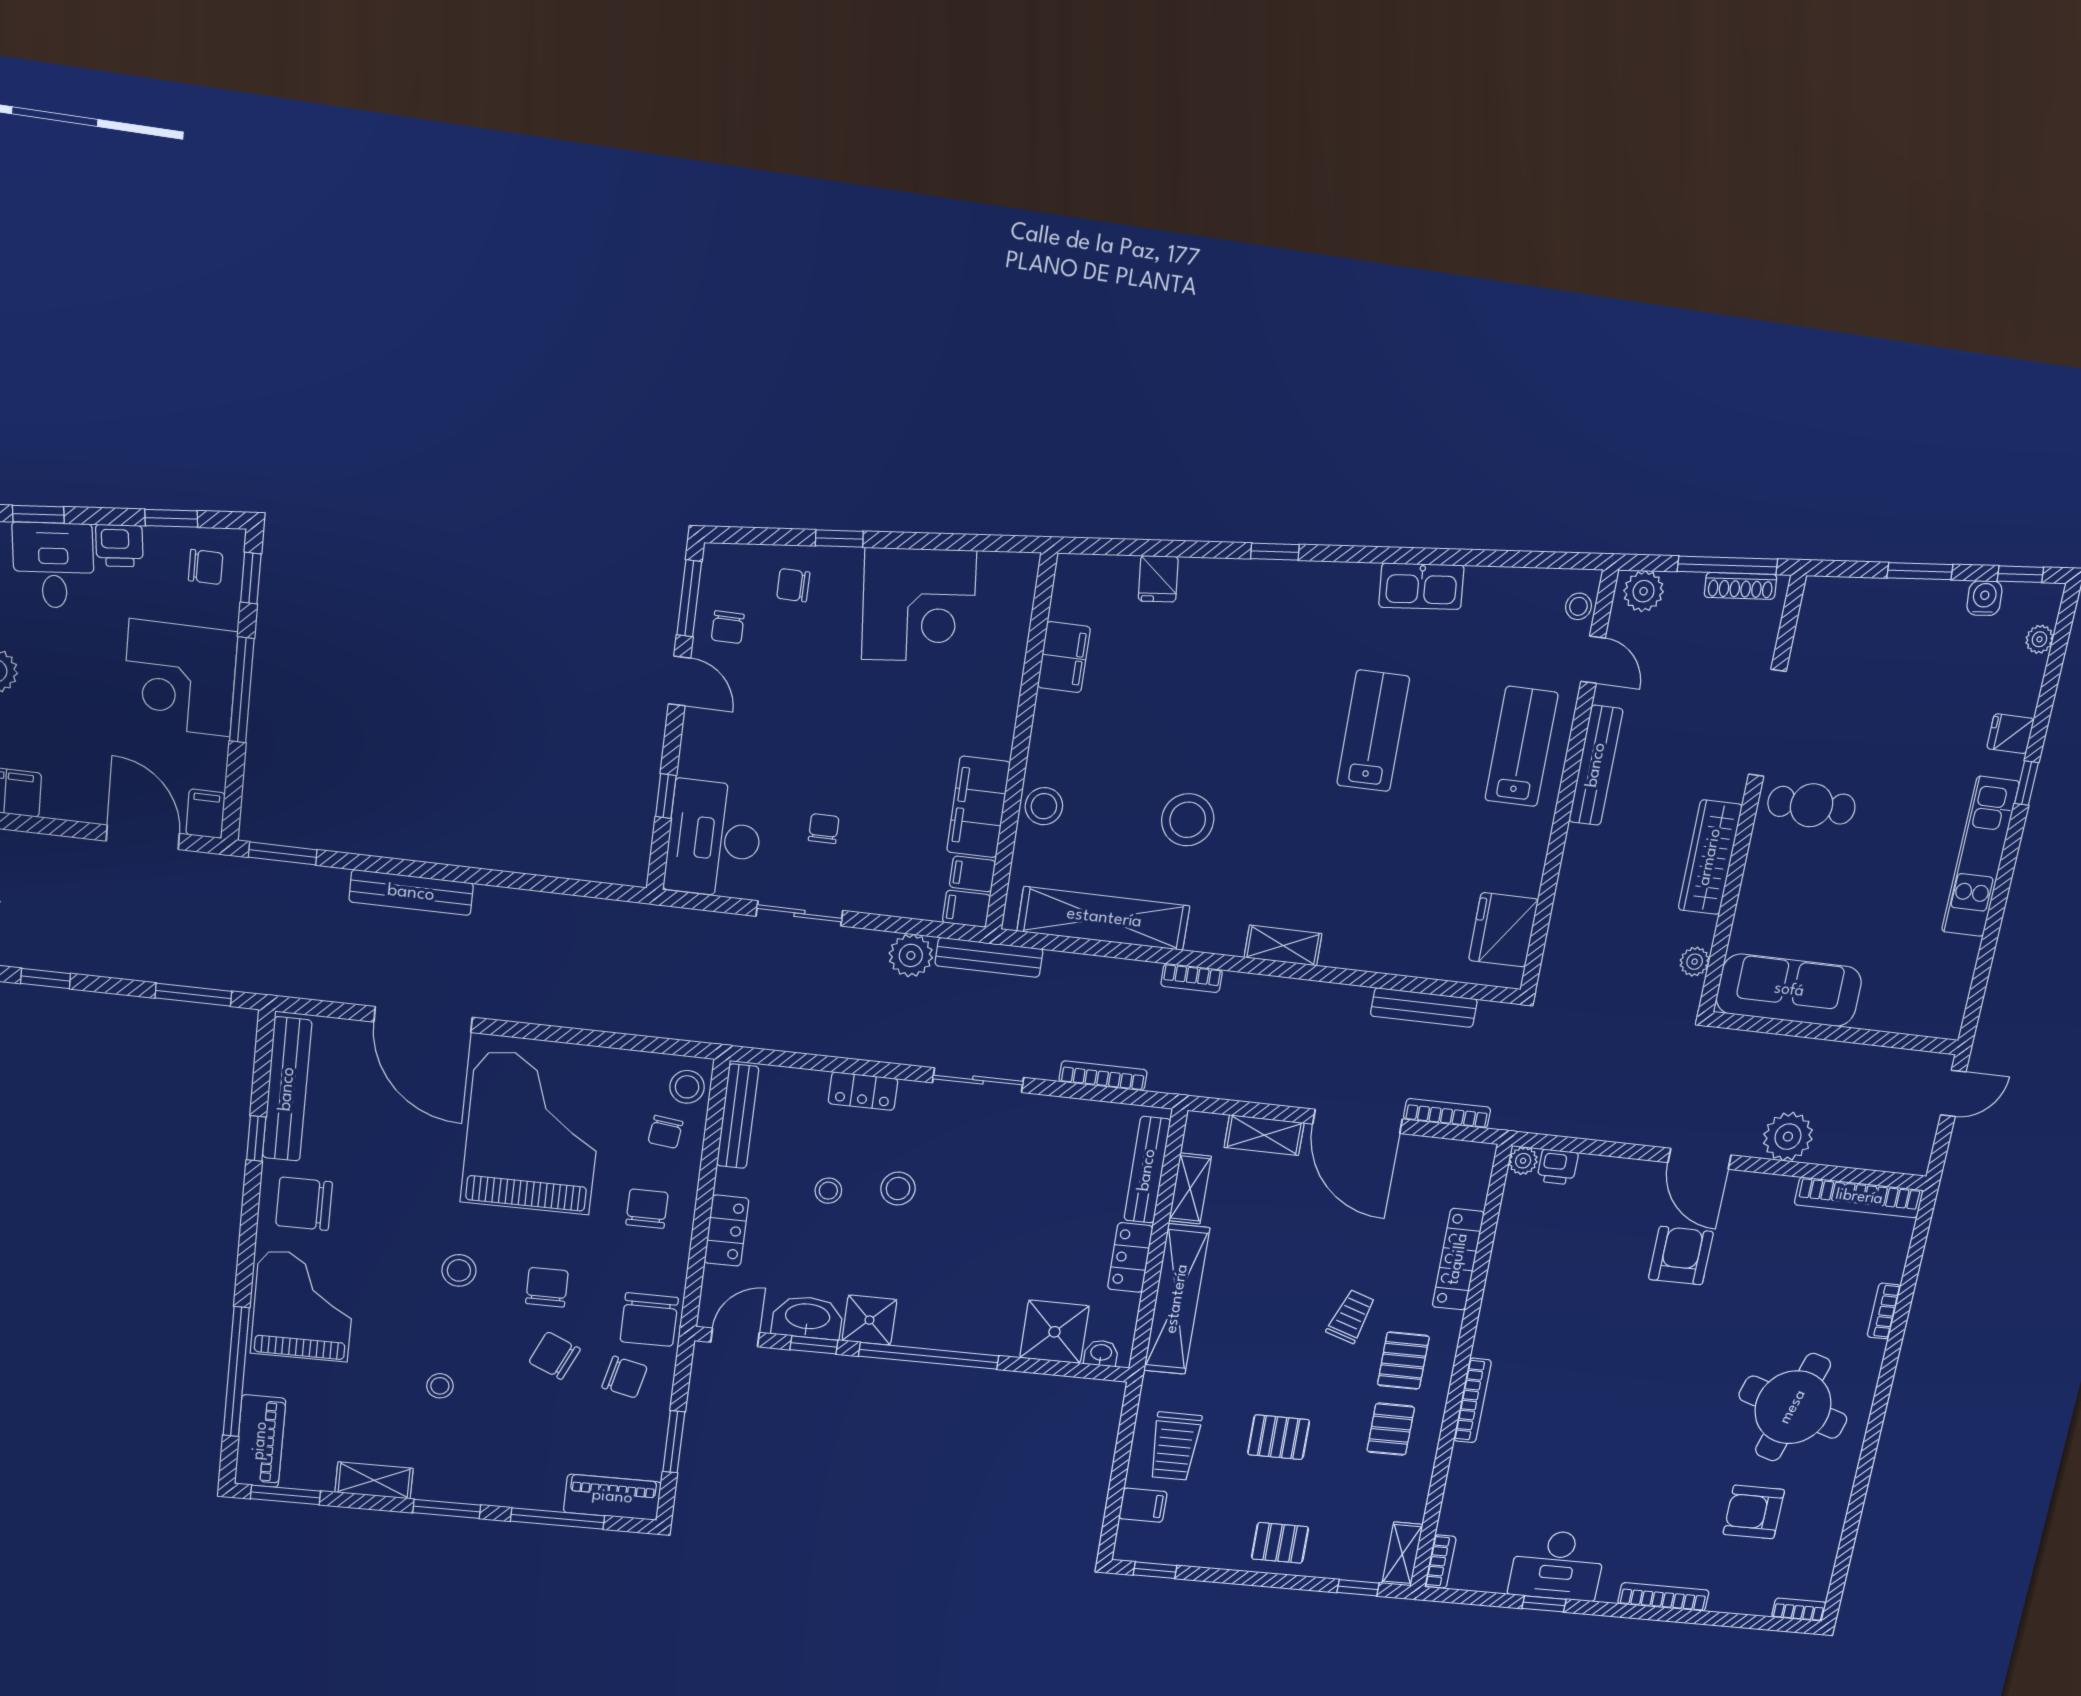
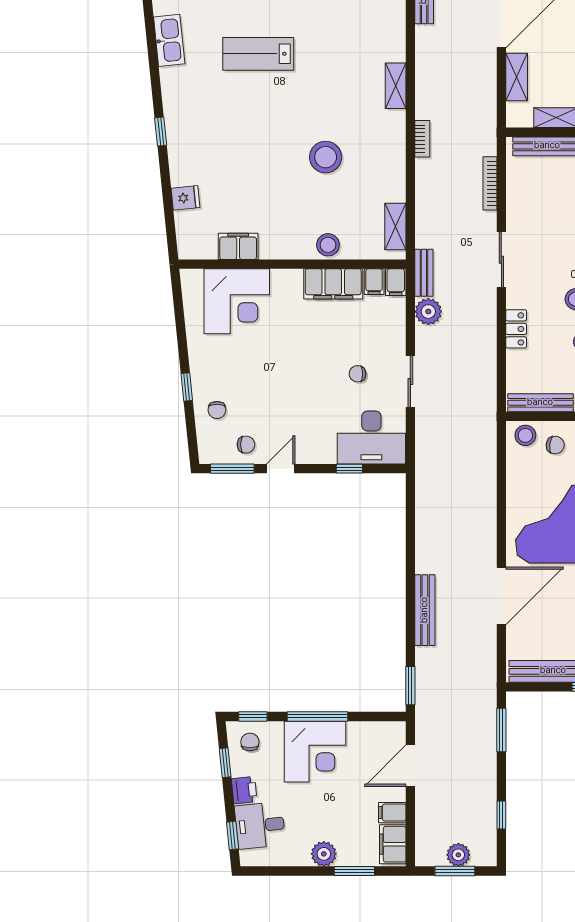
corner desk: (919, 605) -> (237, 301), moved, turned 96
filing cabinet: (206, 814) -> (392, 813), moved
shelving: (1104, 918) -> (395, 226), width x0.45, depth x0.75
bench: (989, 957) -> (424, 273), width x0.73

